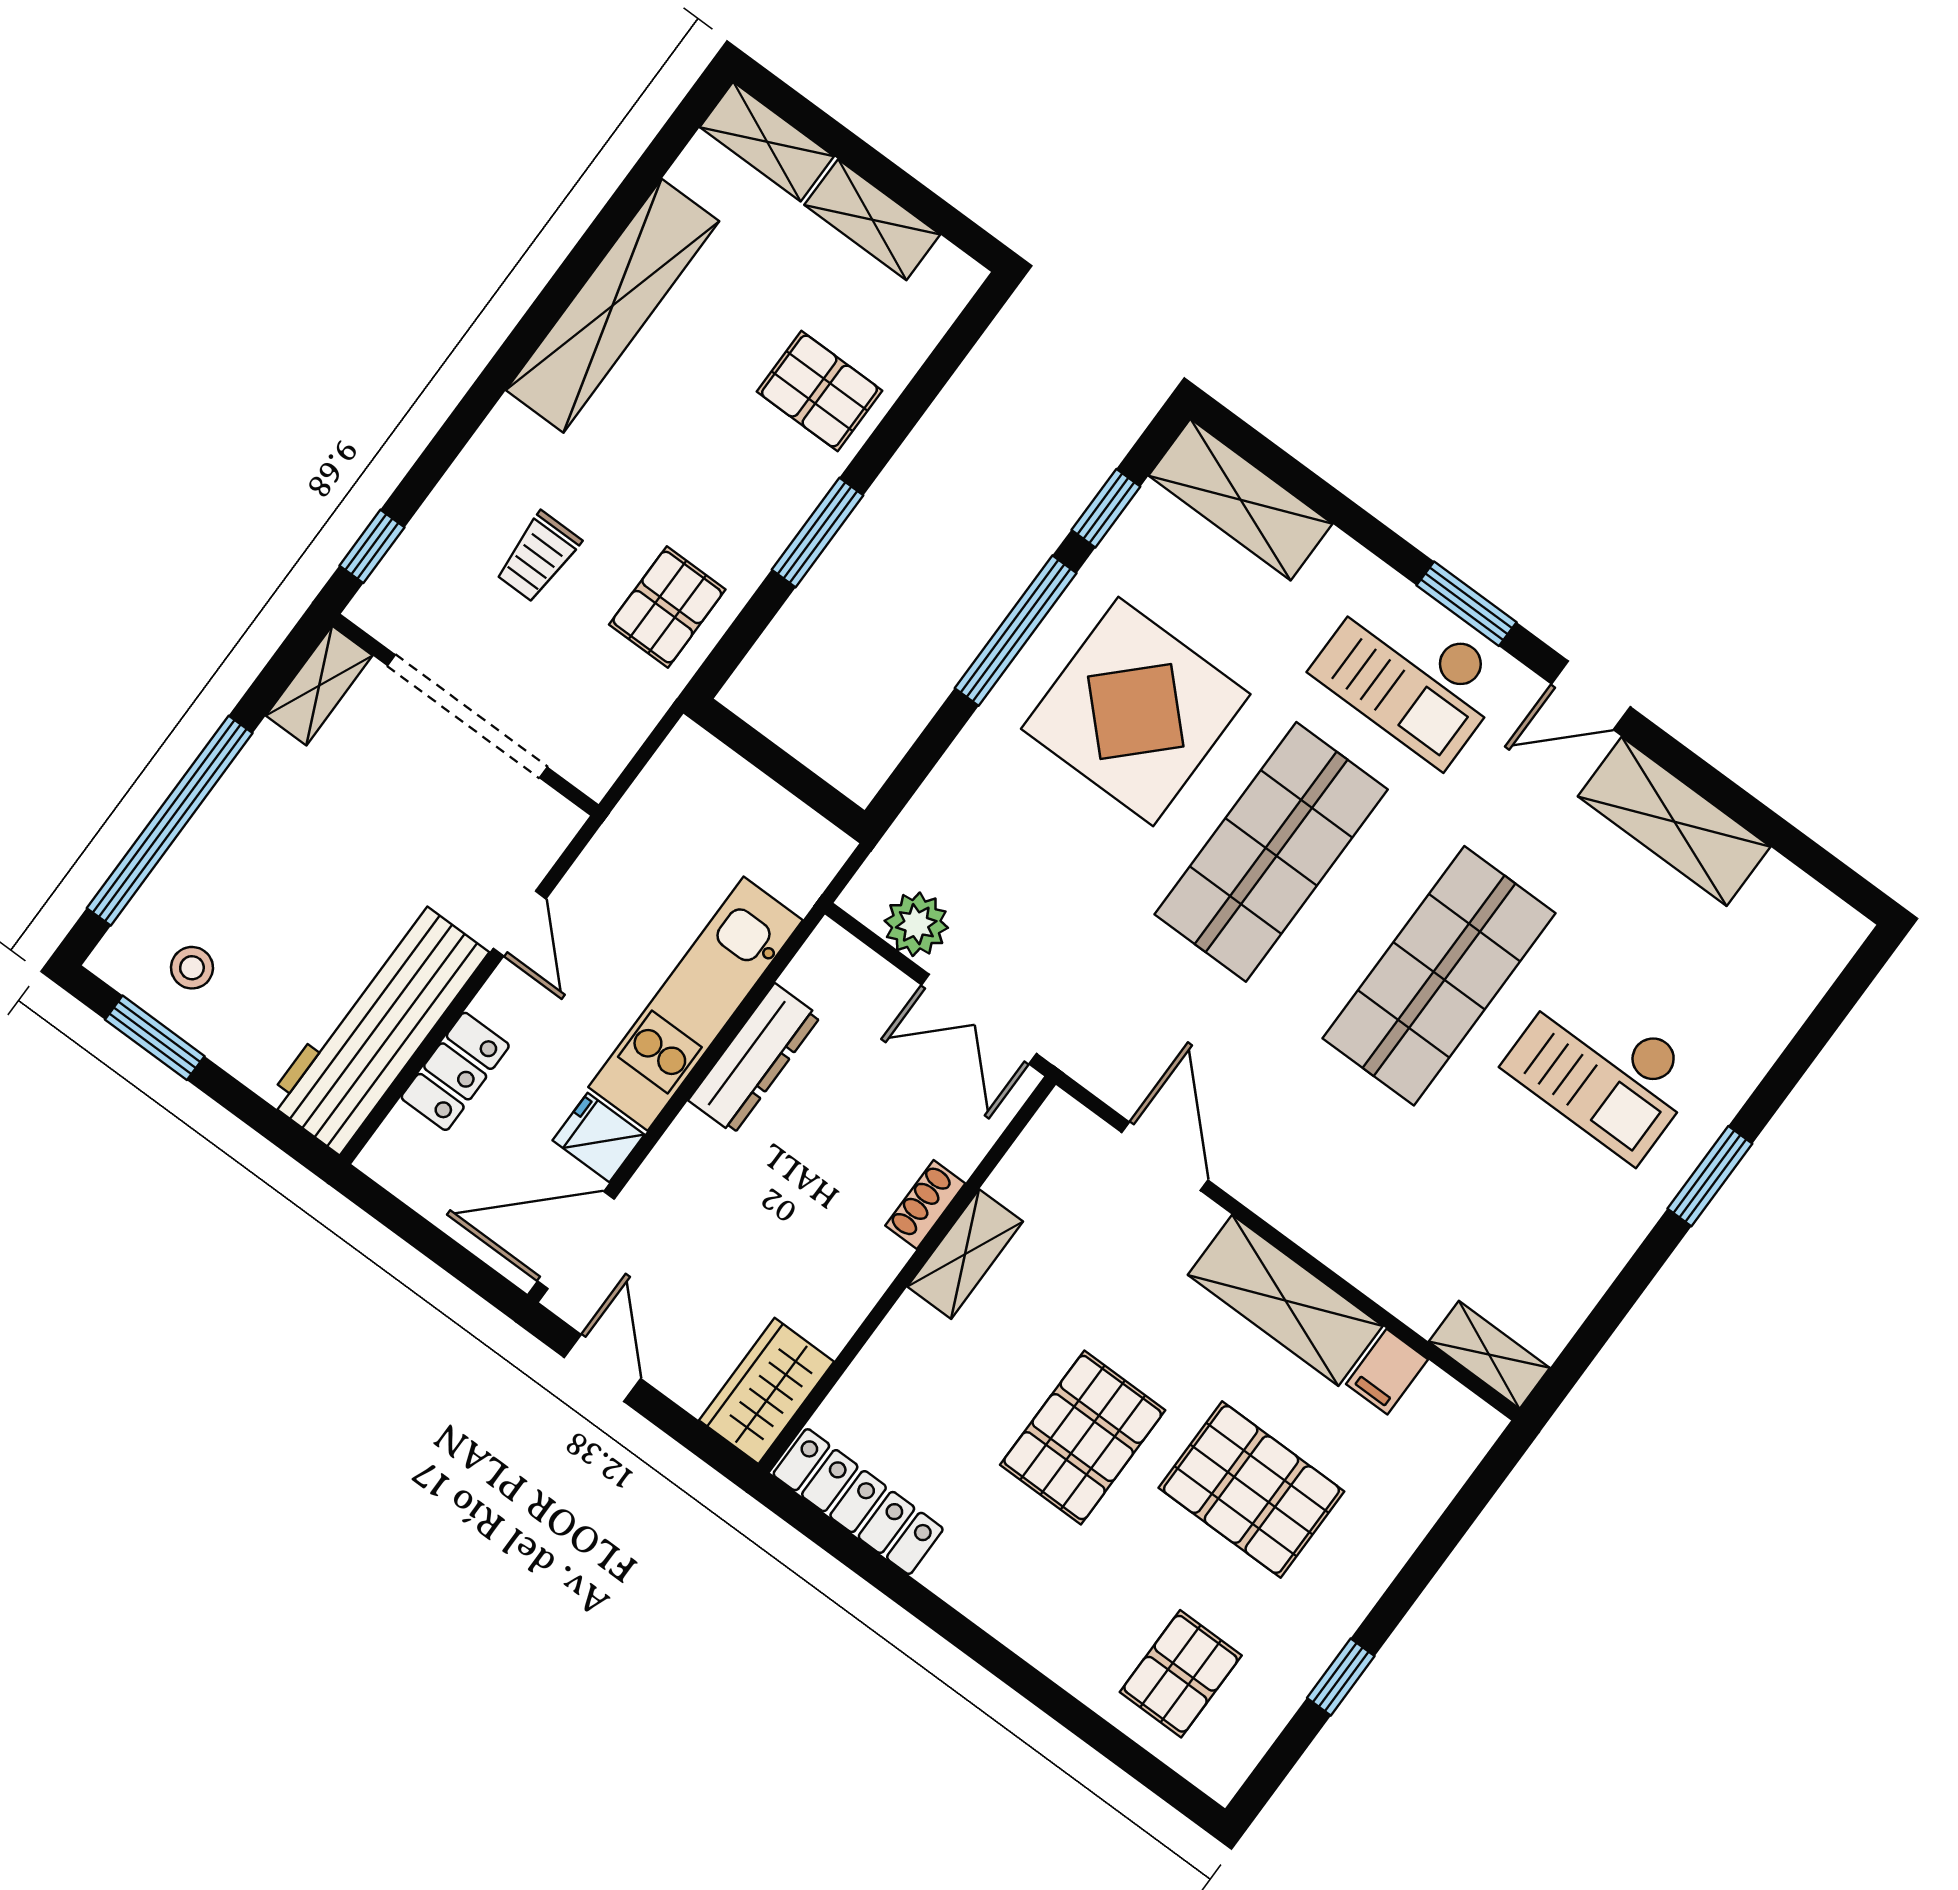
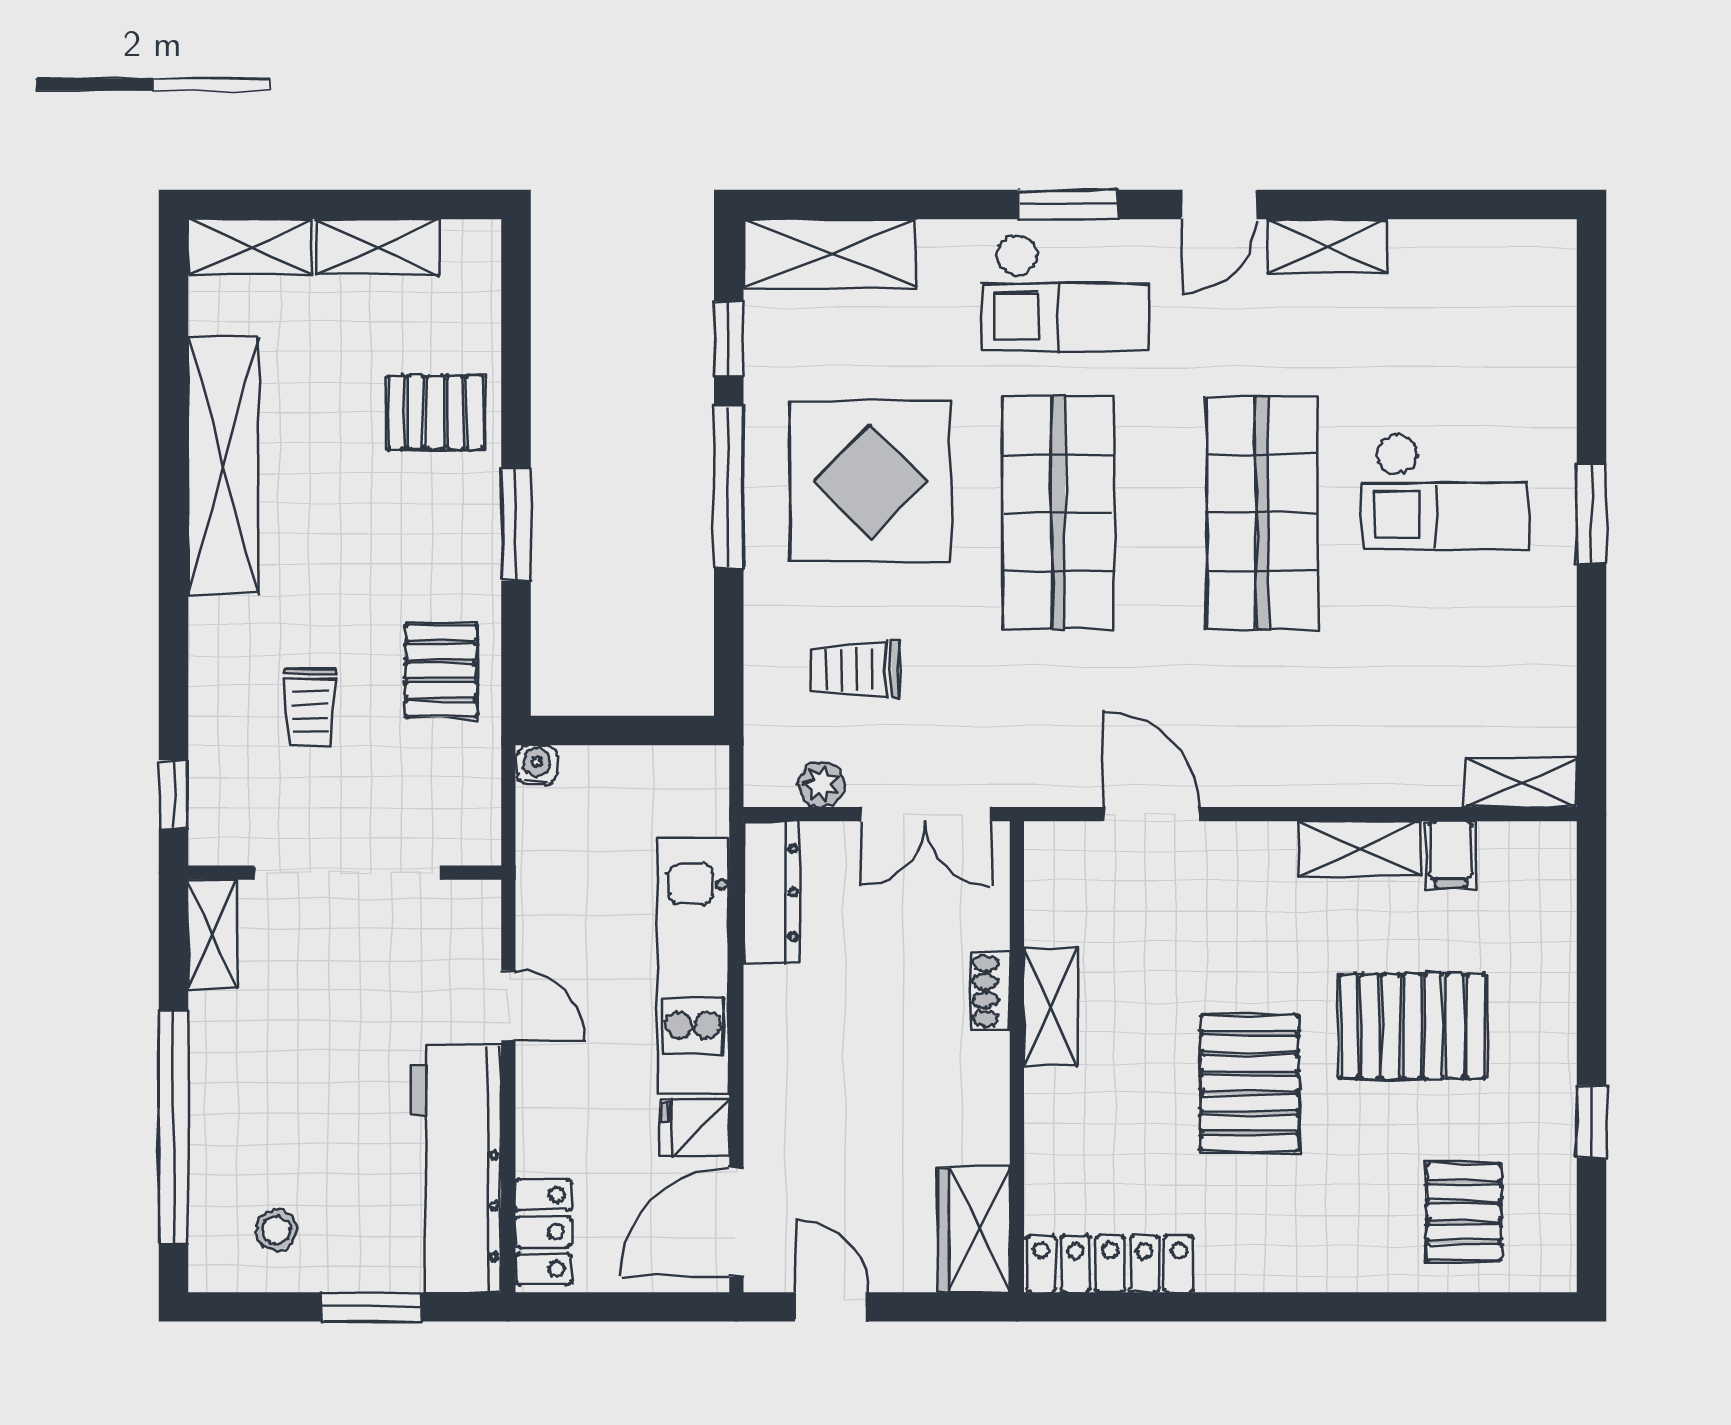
water cooler: (689, 743) -> (536, 765), added
shelving: (1674, 821) -> (1327, 246), width x0.67, depth x0.75
trolley: (1009, 858) -> (855, 670), added
plant: (916, 924) -> (821, 784), width x0.73, depth x0.73
window: (155, 1038) -> (372, 1307), moved
dresser: (754, 1058) -> (771, 893), moved
locker: (455, 1071) -> (543, 1232), moved
shelving: (1285, 1300) -> (1360, 849), width x0.67, depth x0.75

